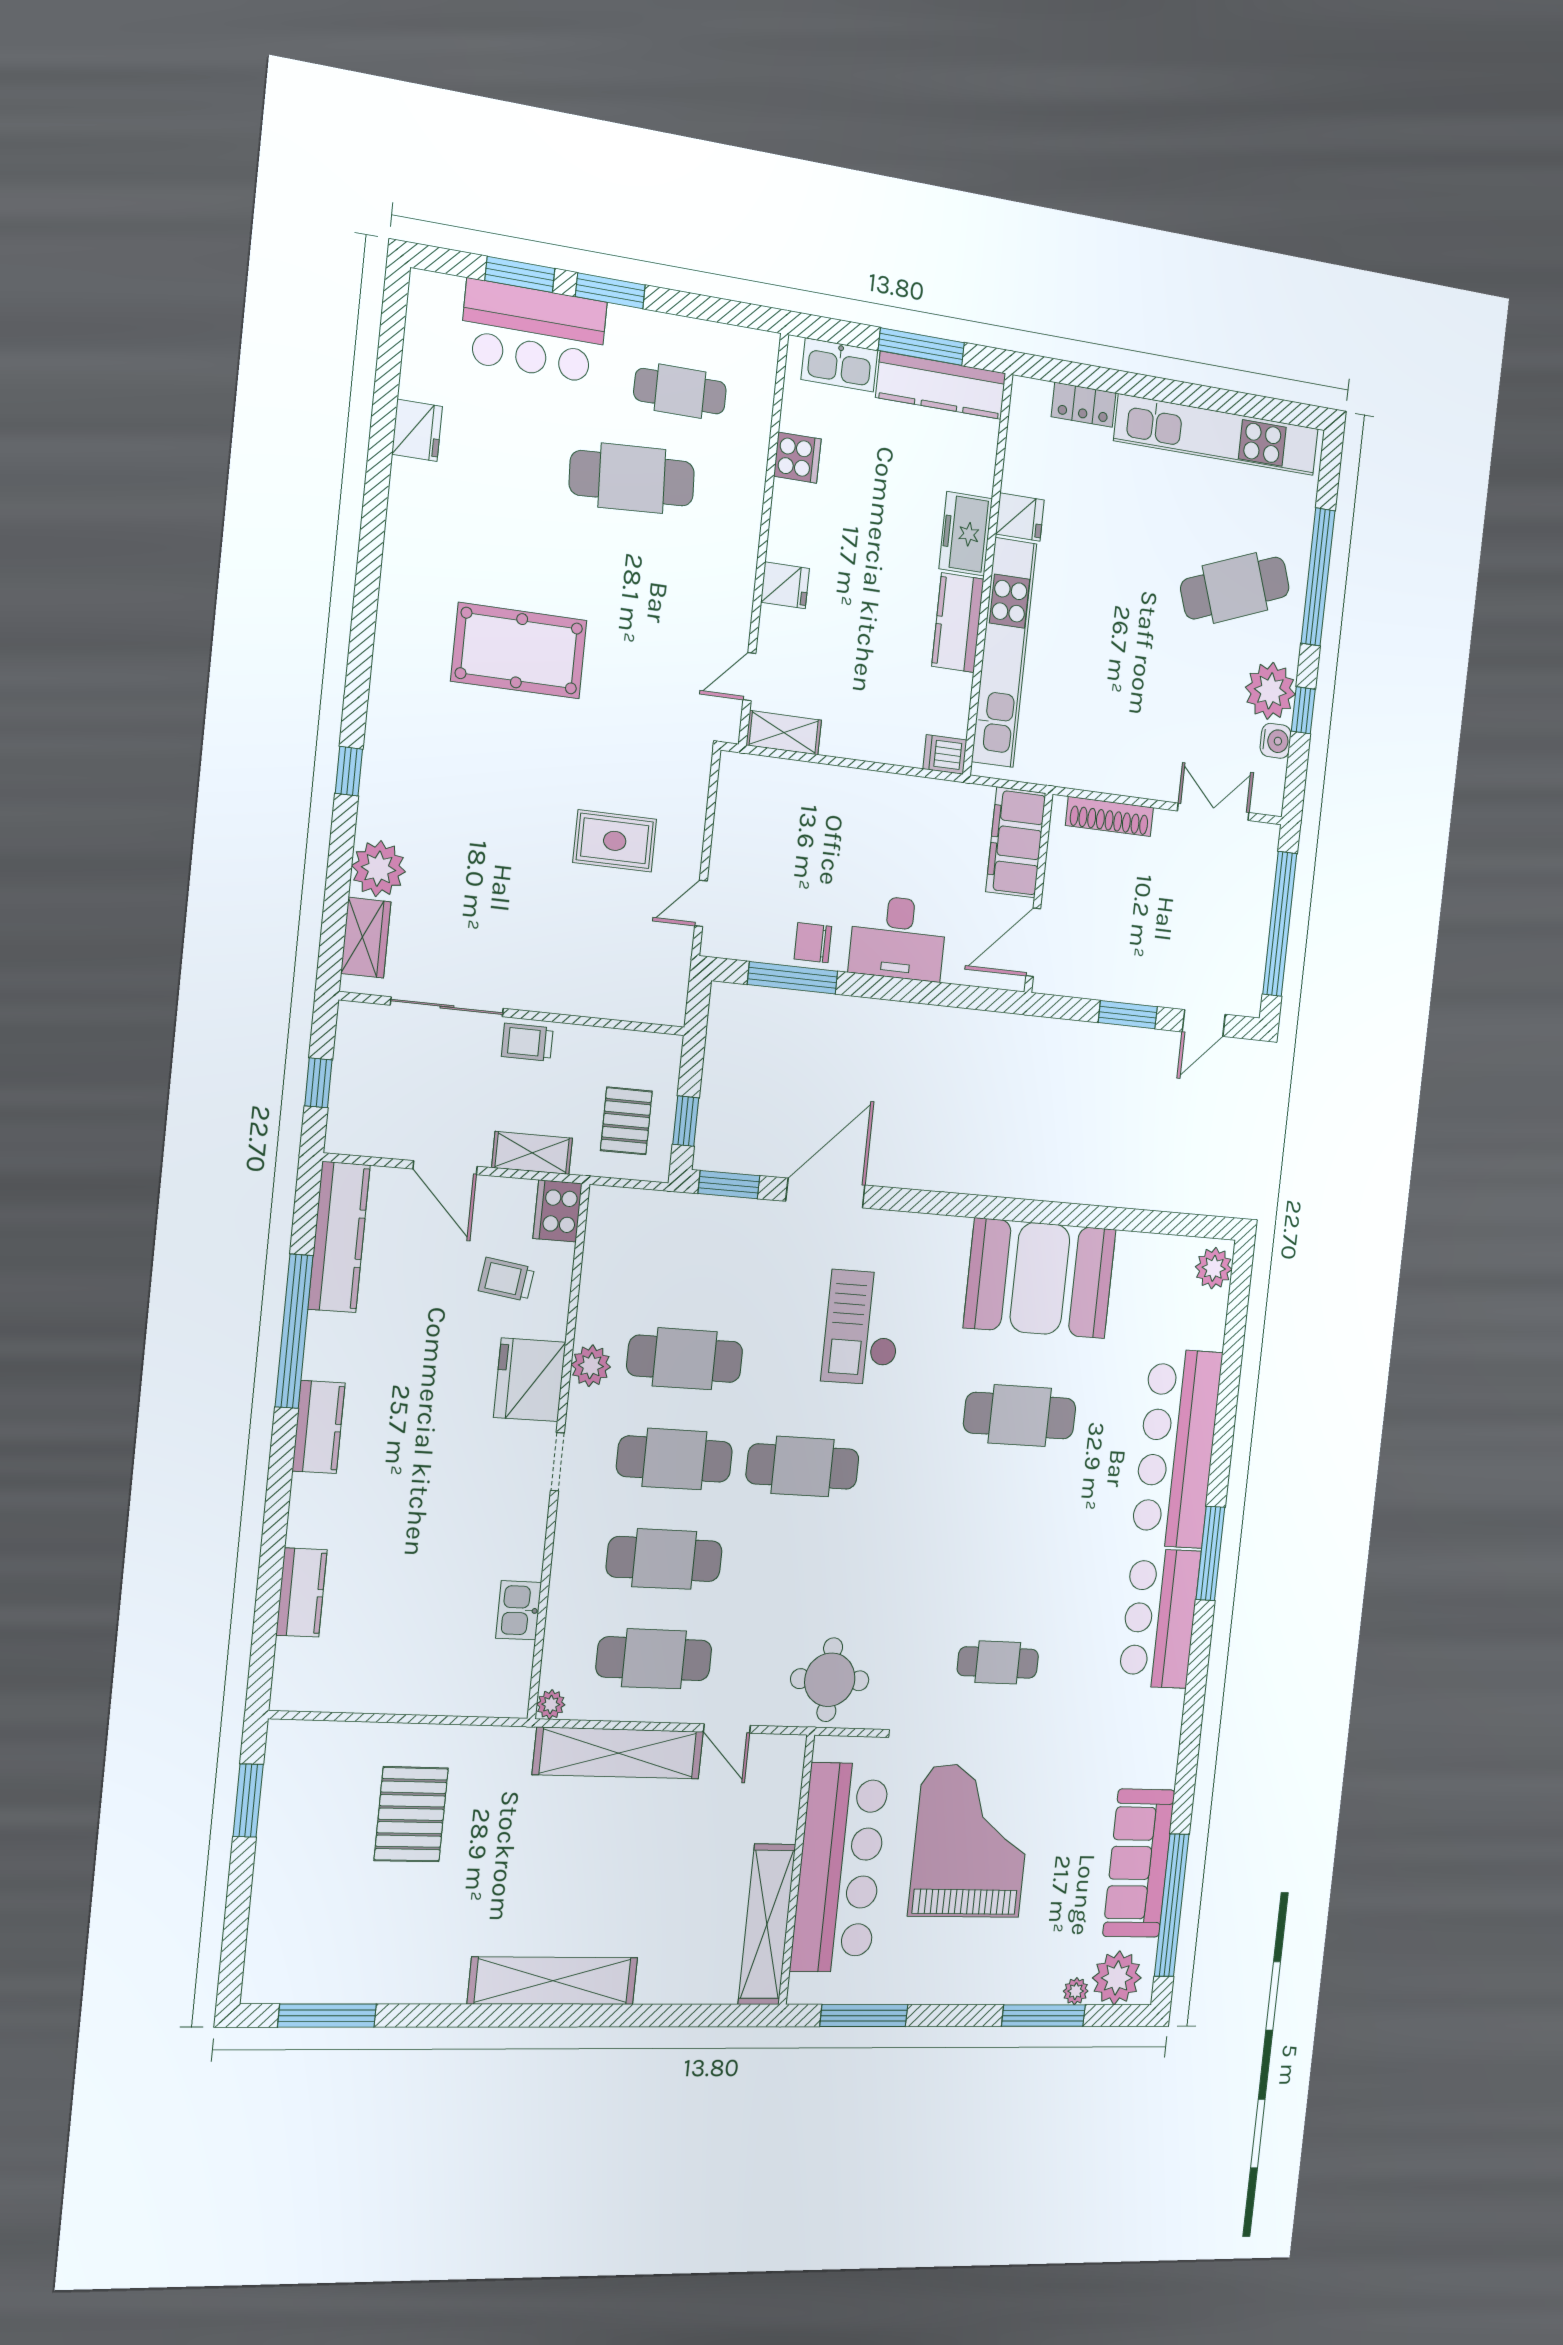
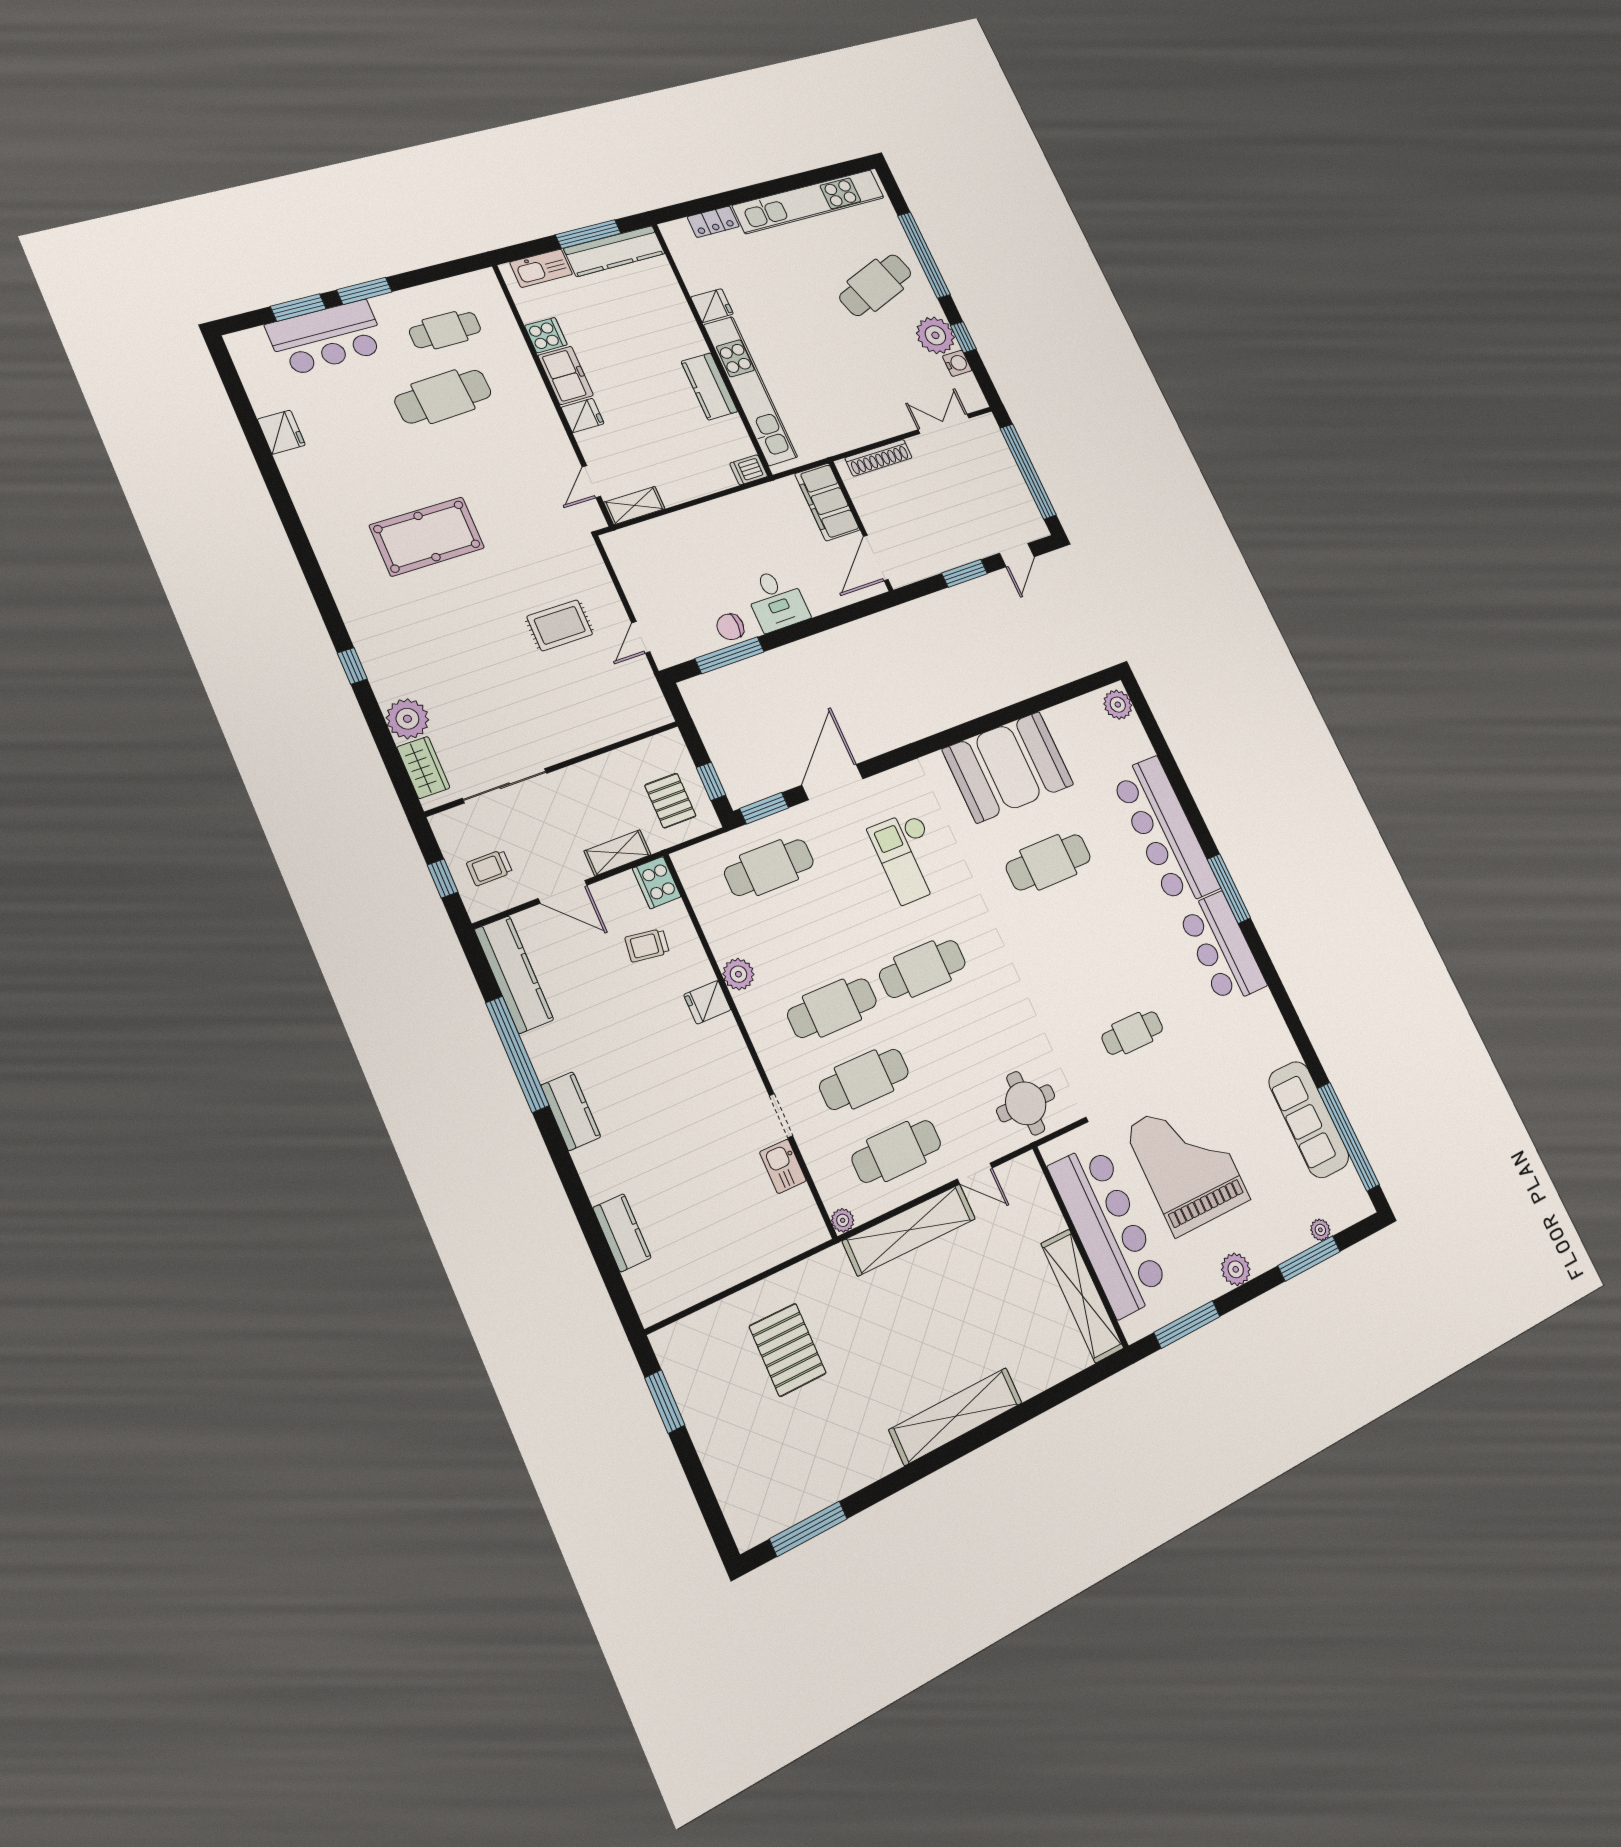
freezer: (966, 534) -> (566, 375), moved, turned 180
desk: (898, 938) -> (776, 600), width x0.73
trolley: (527, 1042) -> (489, 868), moved
cafe table: (685, 1359) -> (769, 867), moved
fridge: (530, 1380) -> (707, 1002), width x0.53, depth x0.75
doorway: (557, 1462) -> (781, 1116), moved
plant: (1117, 1978) -> (1236, 1269), moved, width x0.73, depth x0.73

